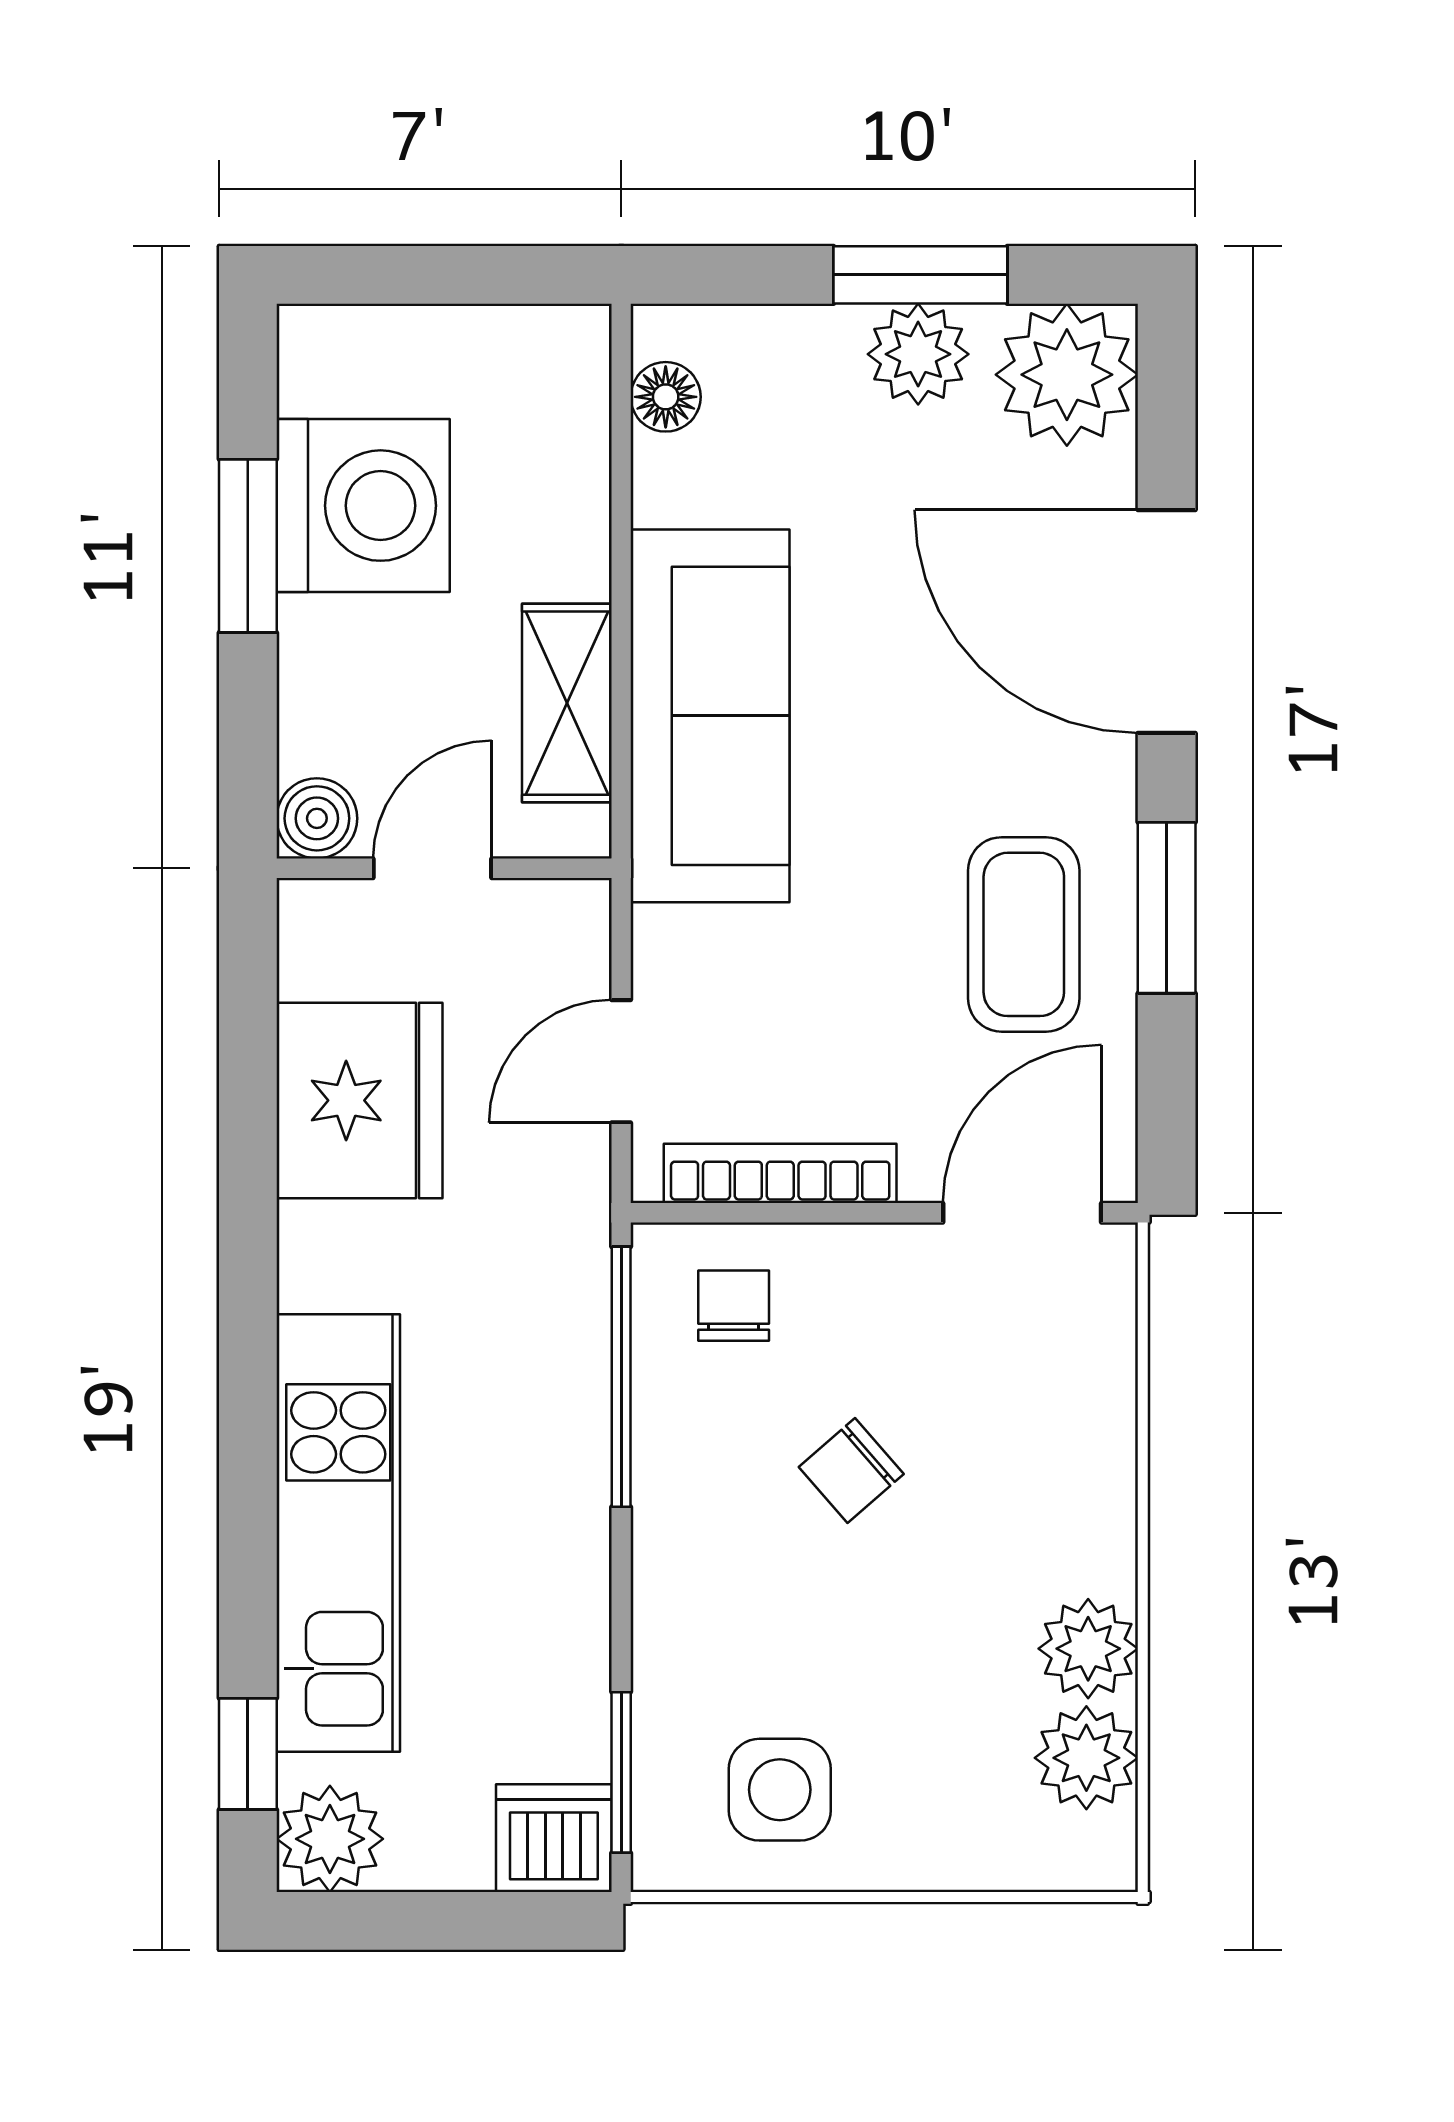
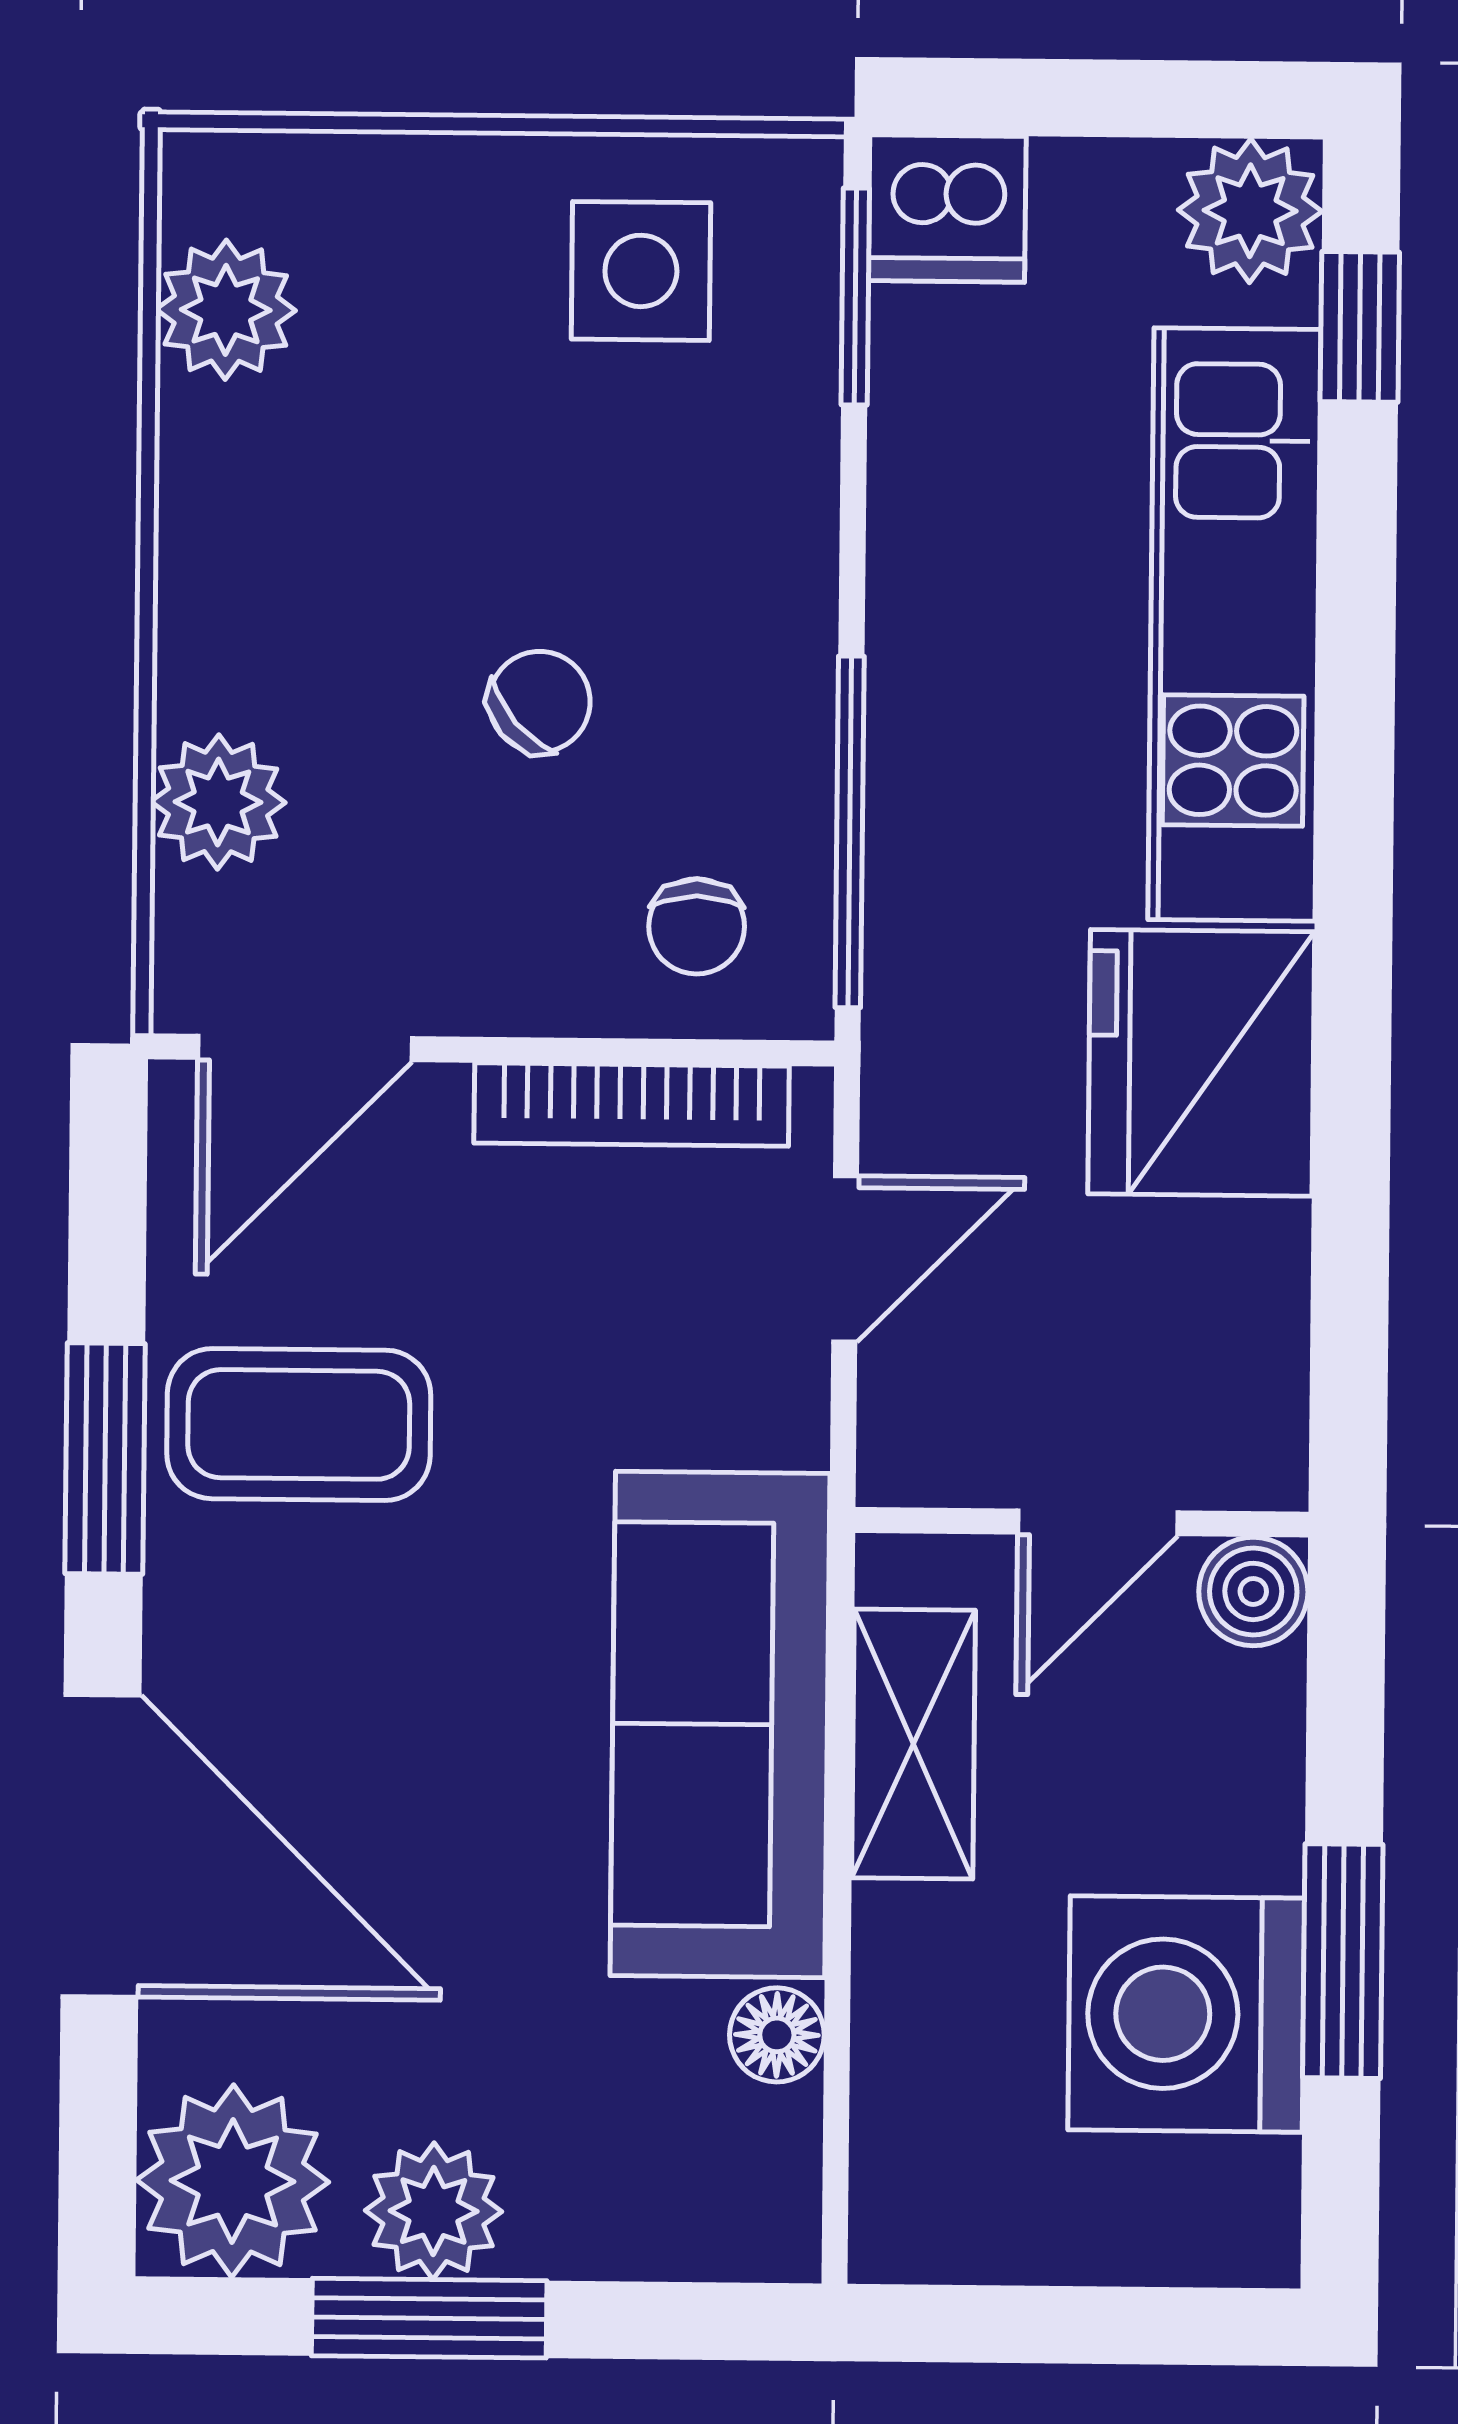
floor lamp: (666, 397) -> (777, 2035), moved
coffee table: (1024, 934) -> (299, 1424), turned 90
fridge: (359, 1100) -> (1201, 1063), moved
plant: (1088, 1649) -> (218, 802), moved

